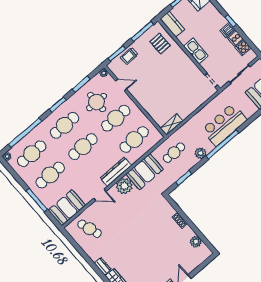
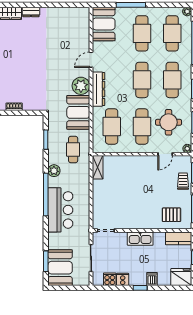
dishwasher: (228, 30) -> (152, 279), moved
cafe table: (90, 229) -> (71, 28), removed

